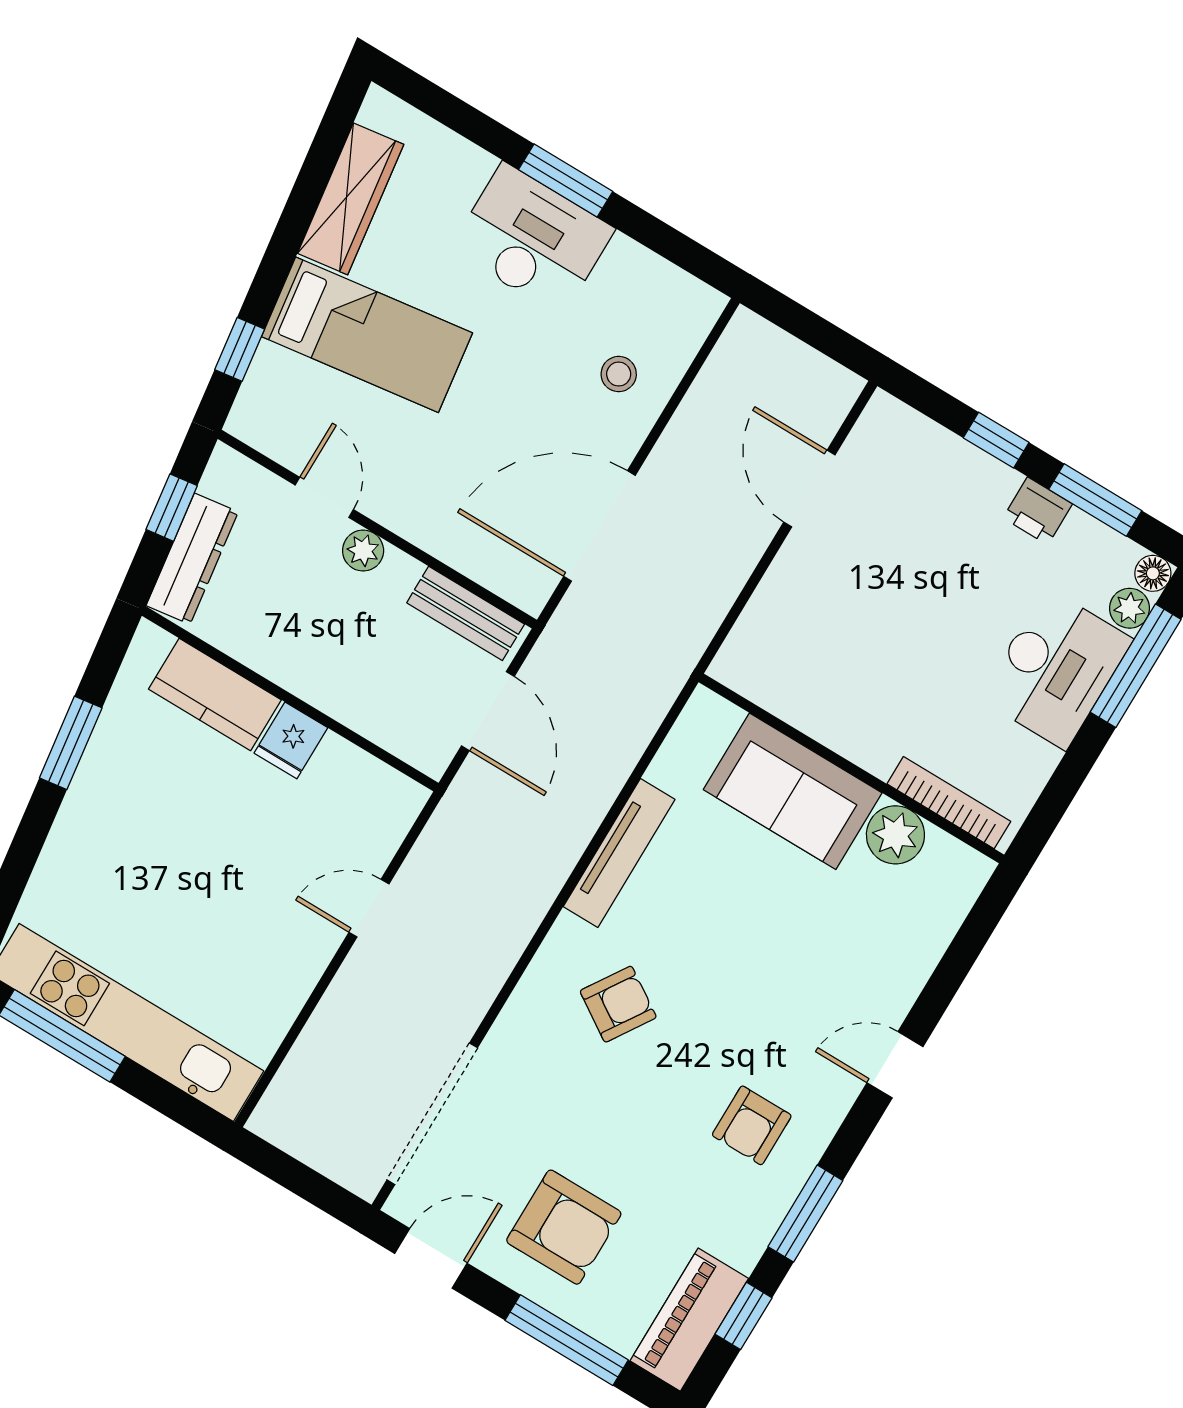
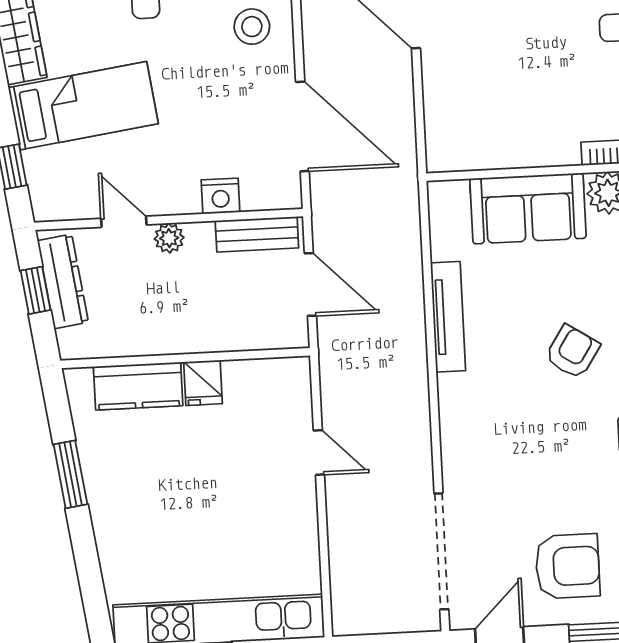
stool: (619, 374) -> (252, 27), width x1.37, depth x1.37
door: (600, 526) -> (302, 127), swing flipped
nightstand: (453, 542) -> (220, 196), added
dresser: (192, 559) -> (63, 281), moved
door: (369, 908) -> (319, 453), swing flipped
armchair: (618, 1004) -> (572, 352), moved

